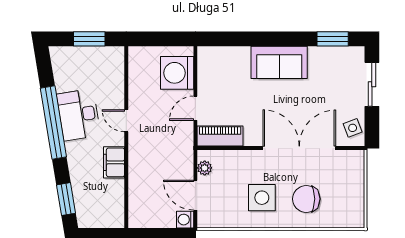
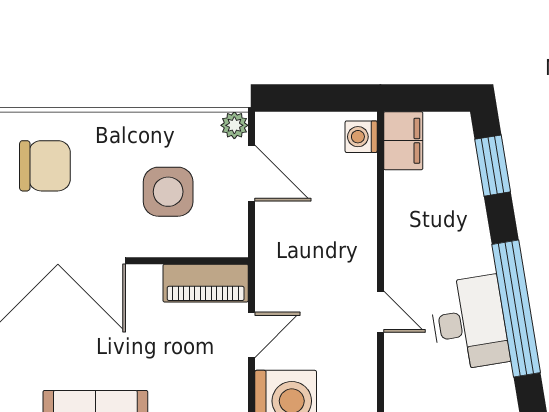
filing cabinet: (114, 162) -> (403, 141), moved
plant: (205, 168) -> (234, 125), moved
side table: (262, 198) -> (168, 192), moved
washing machine: (185, 220) -> (361, 137), moved, turned 180

